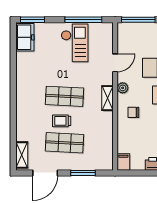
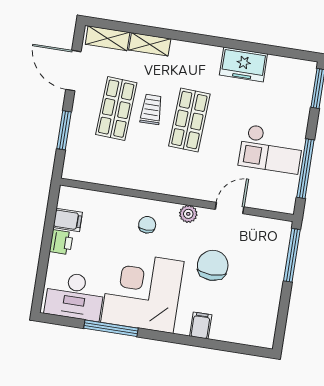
freezer: (25, 37) -> (243, 64), moved
door: (115, 63) -> (230, 208), swing flipped
shelving: (108, 98) -> (150, 44), moved
filing cabinet: (123, 162) -> (68, 220), moved

